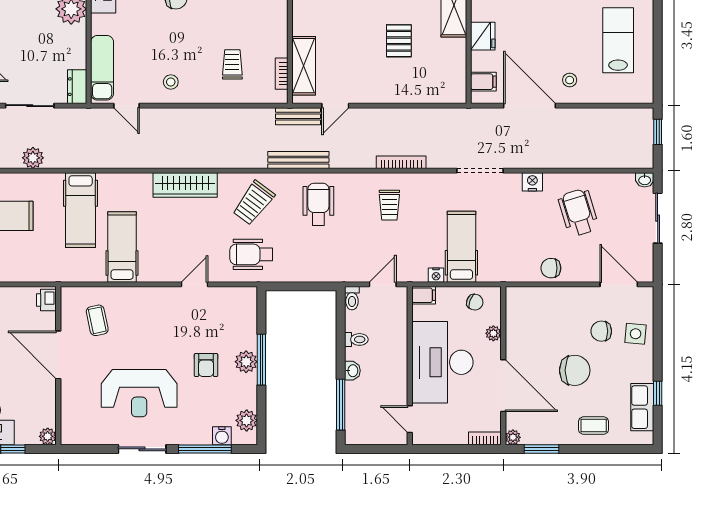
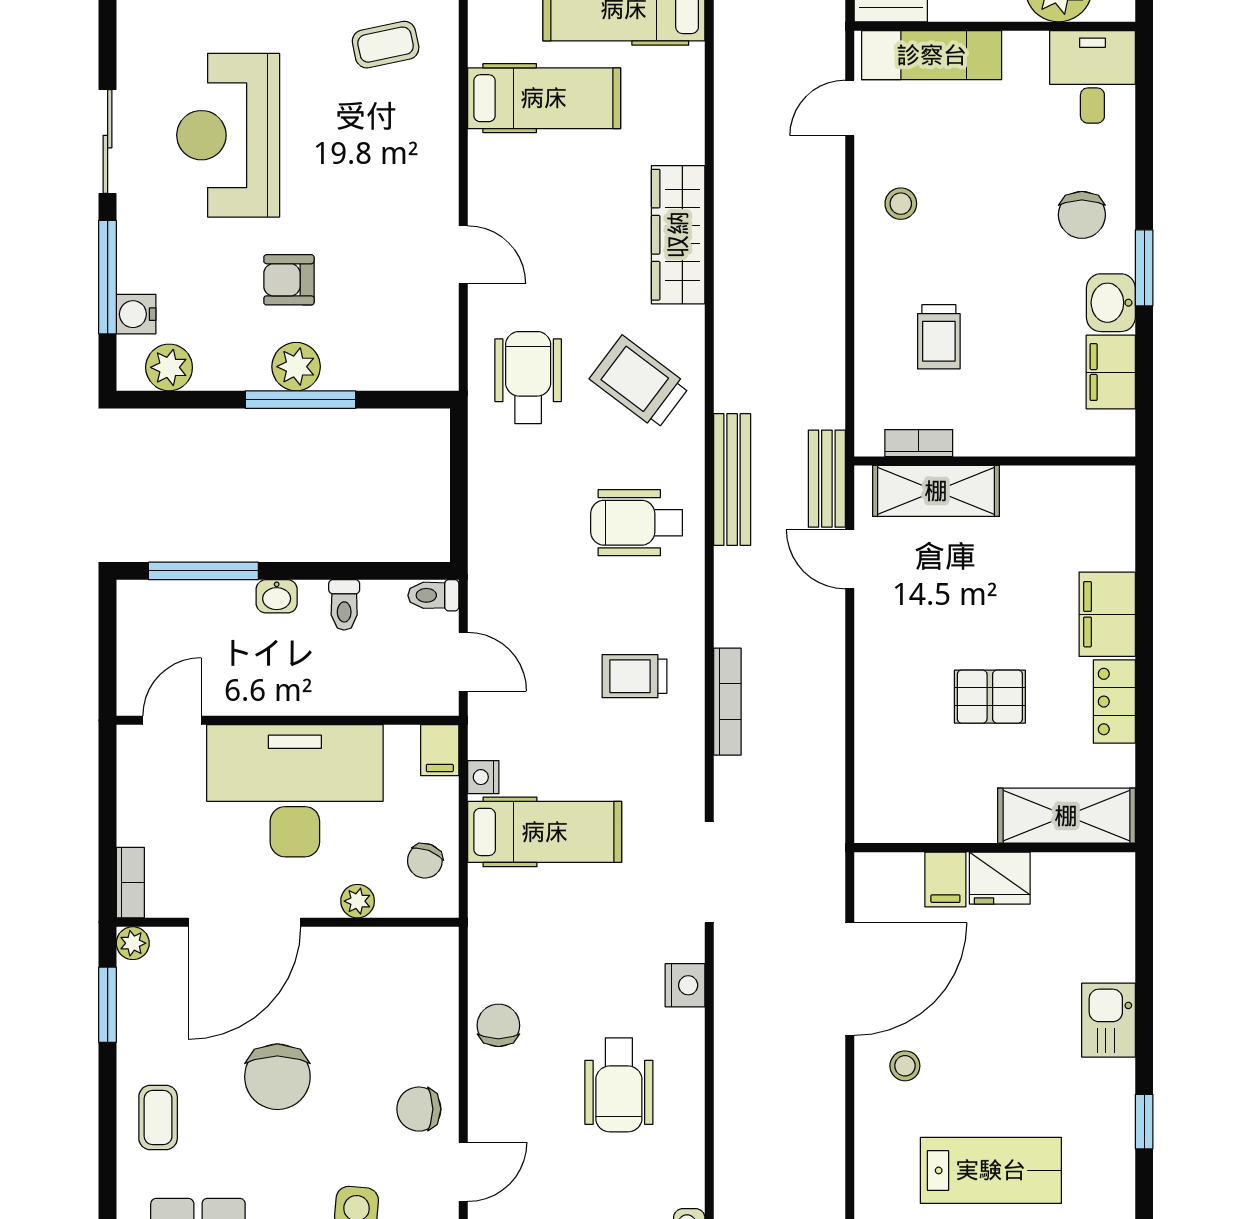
trolley: (232, 64) -> (939, 337), turned 90
filing cabinet: (483, 82) -> (945, 879), moved
wheelchair: (318, 204) -> (637, 523), turned 180
wheelchair: (578, 212) -> (619, 1085), turned 107
door: (619, 284) -> (463, 1172), width x0.73
chair: (601, 331) -> (419, 1109), moved, turned -90

